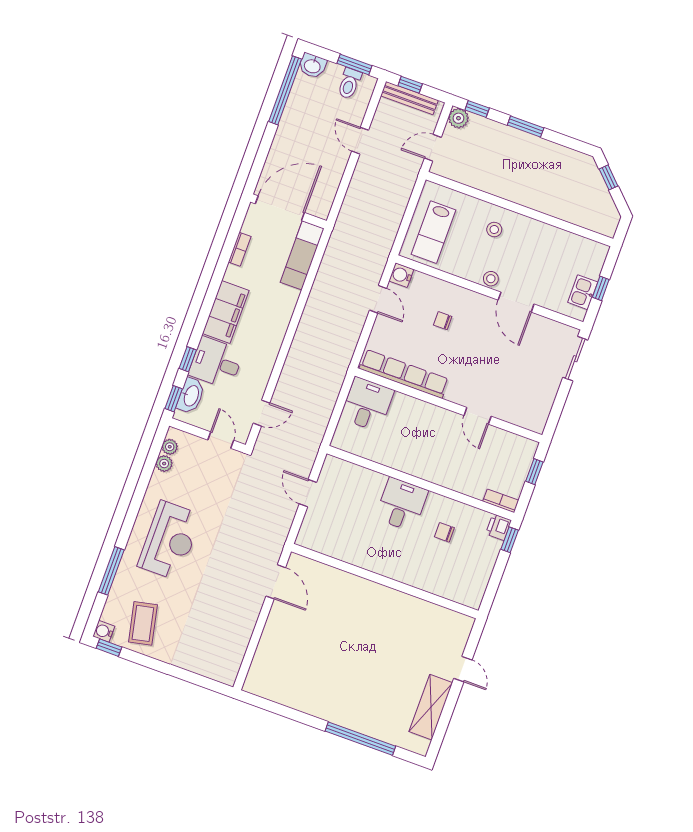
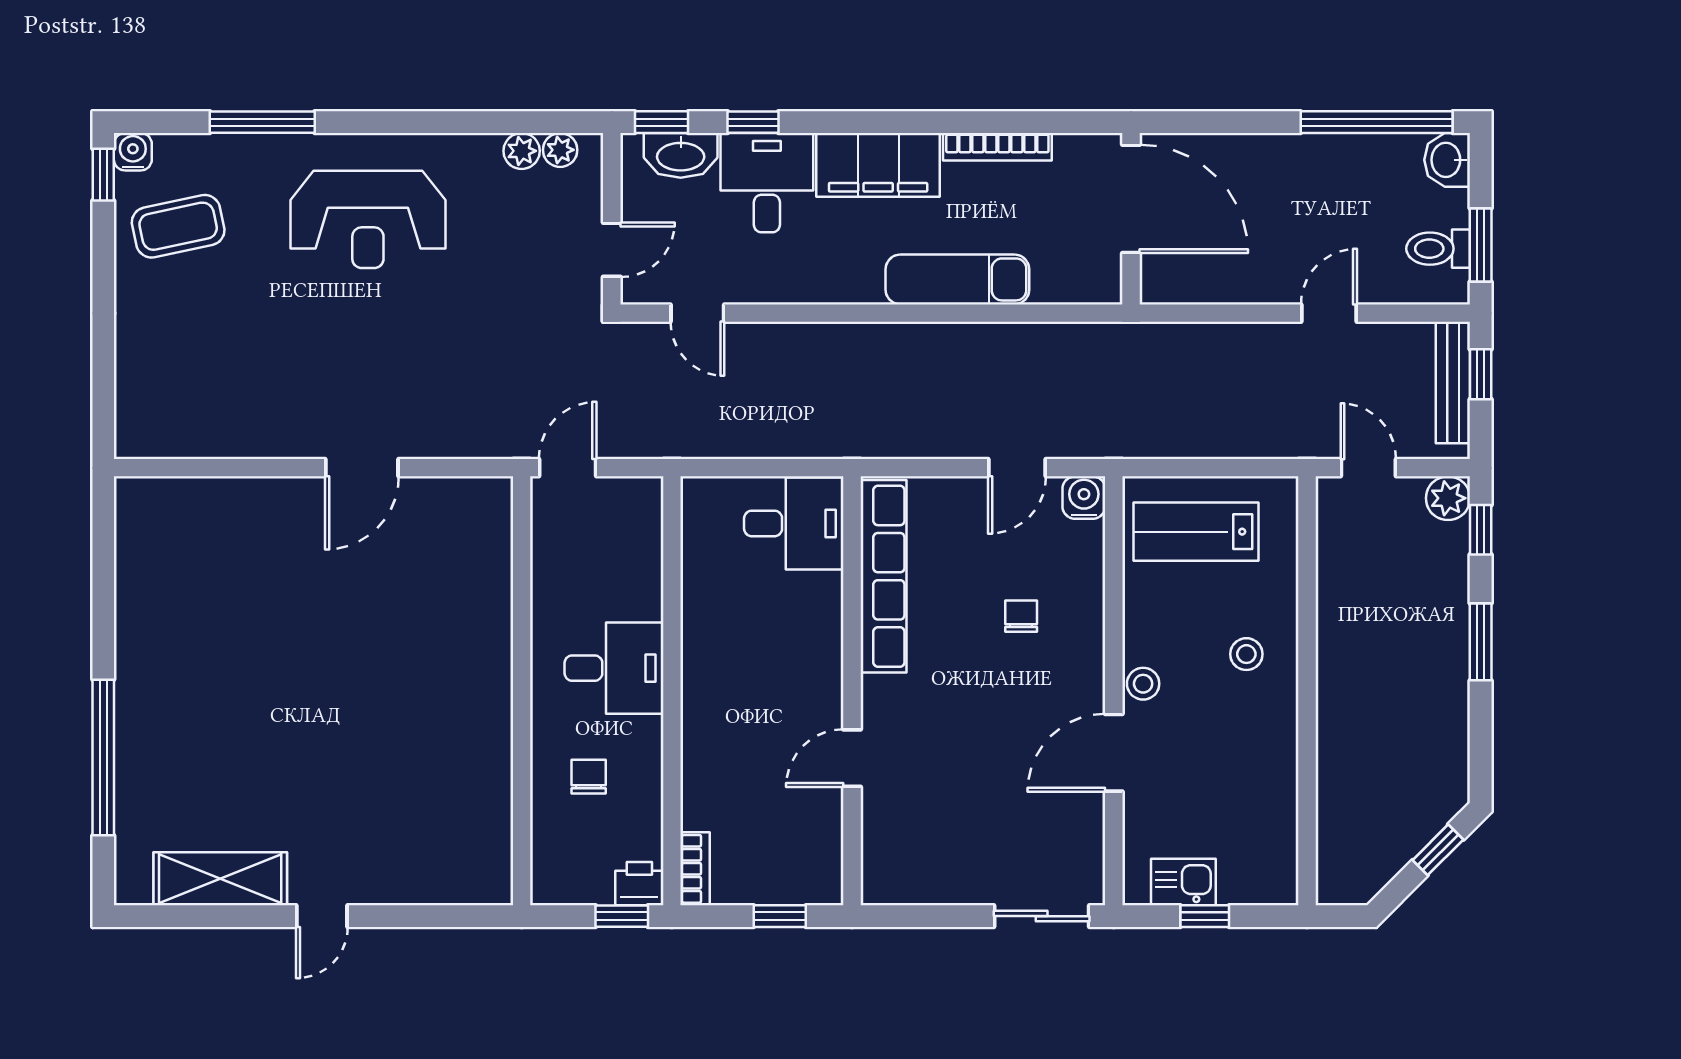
bookcase: (240, 249) -> (997, 147), width x1.56
exam couch: (302, 255) -> (957, 279), moved
wall: (385, 581) -> (522, 691), moved

